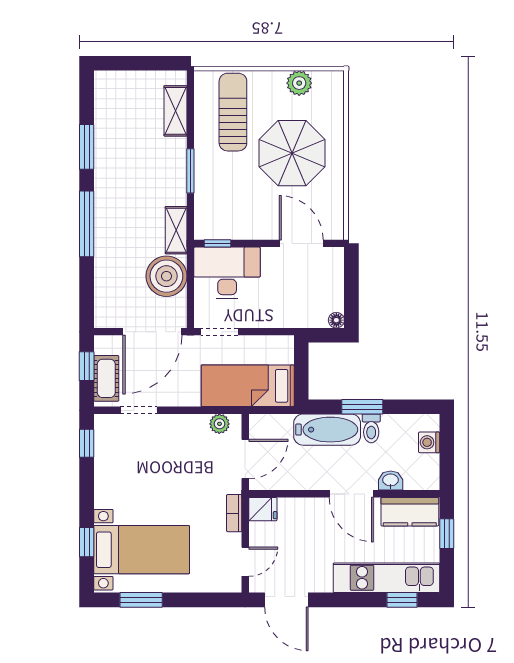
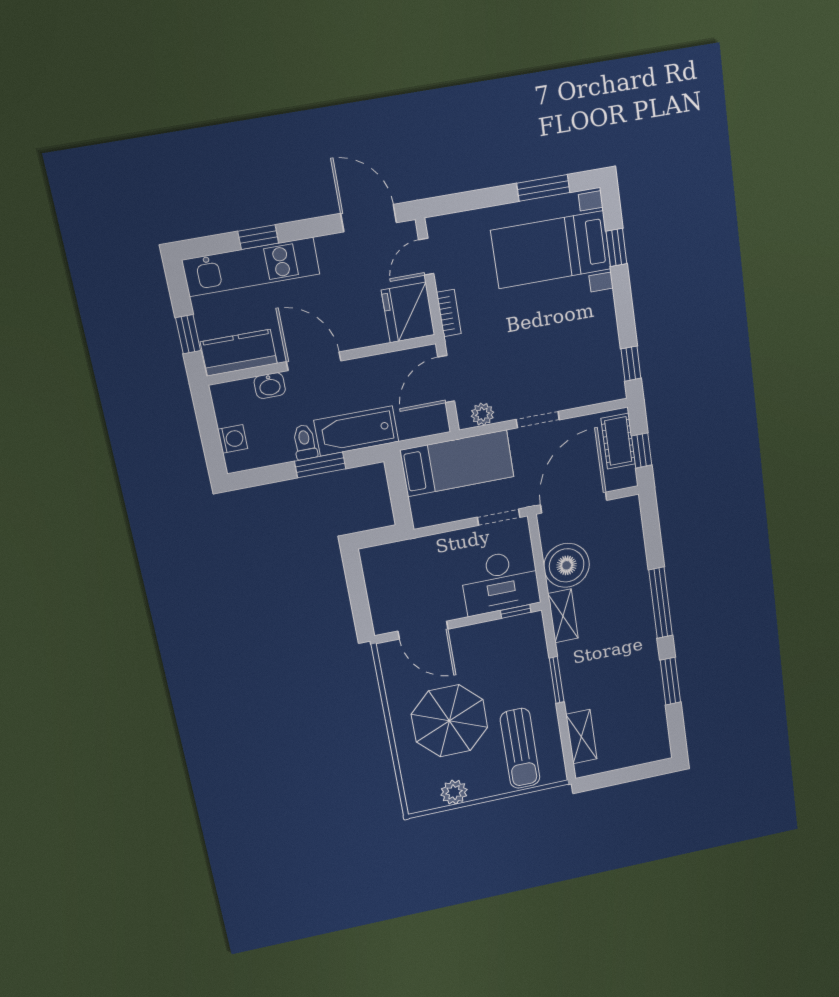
floor lamp: (336, 320) -> (368, 556), removed
doorway: (139, 410) -> (538, 420), moved
fridge: (263, 509) -> (408, 313), width x1.88, depth x1.34
window: (402, 600) -> (258, 237), moved

